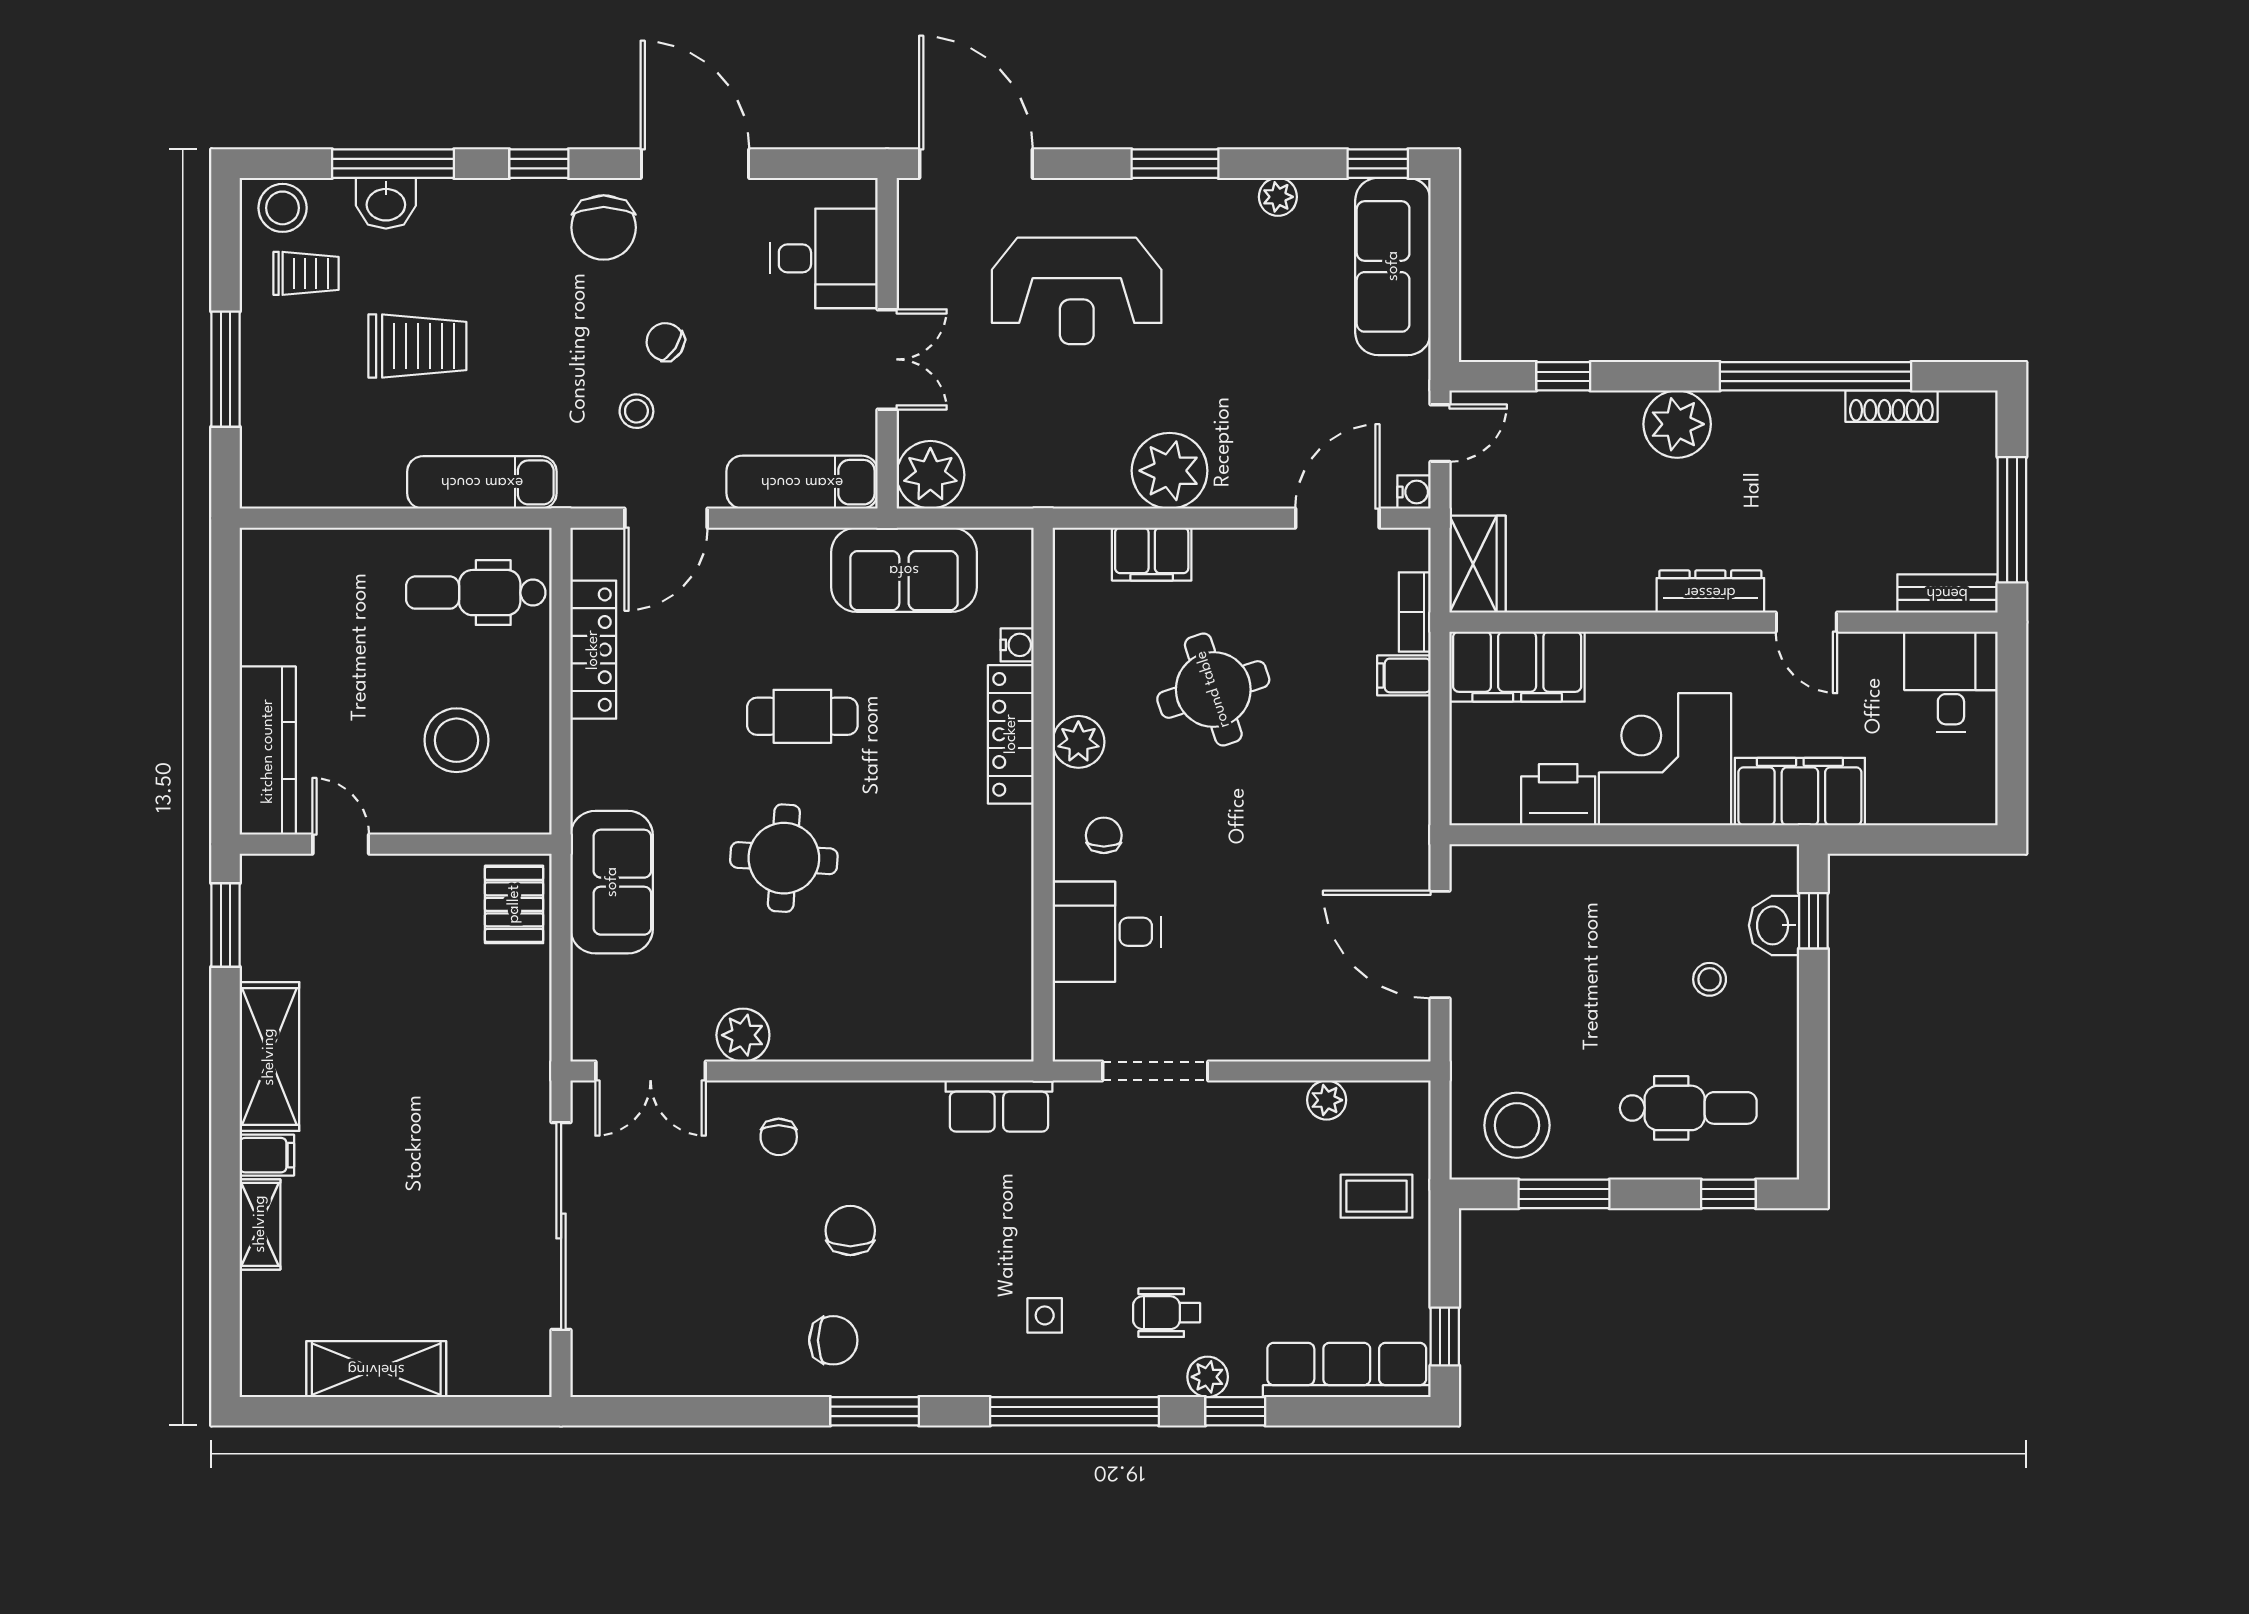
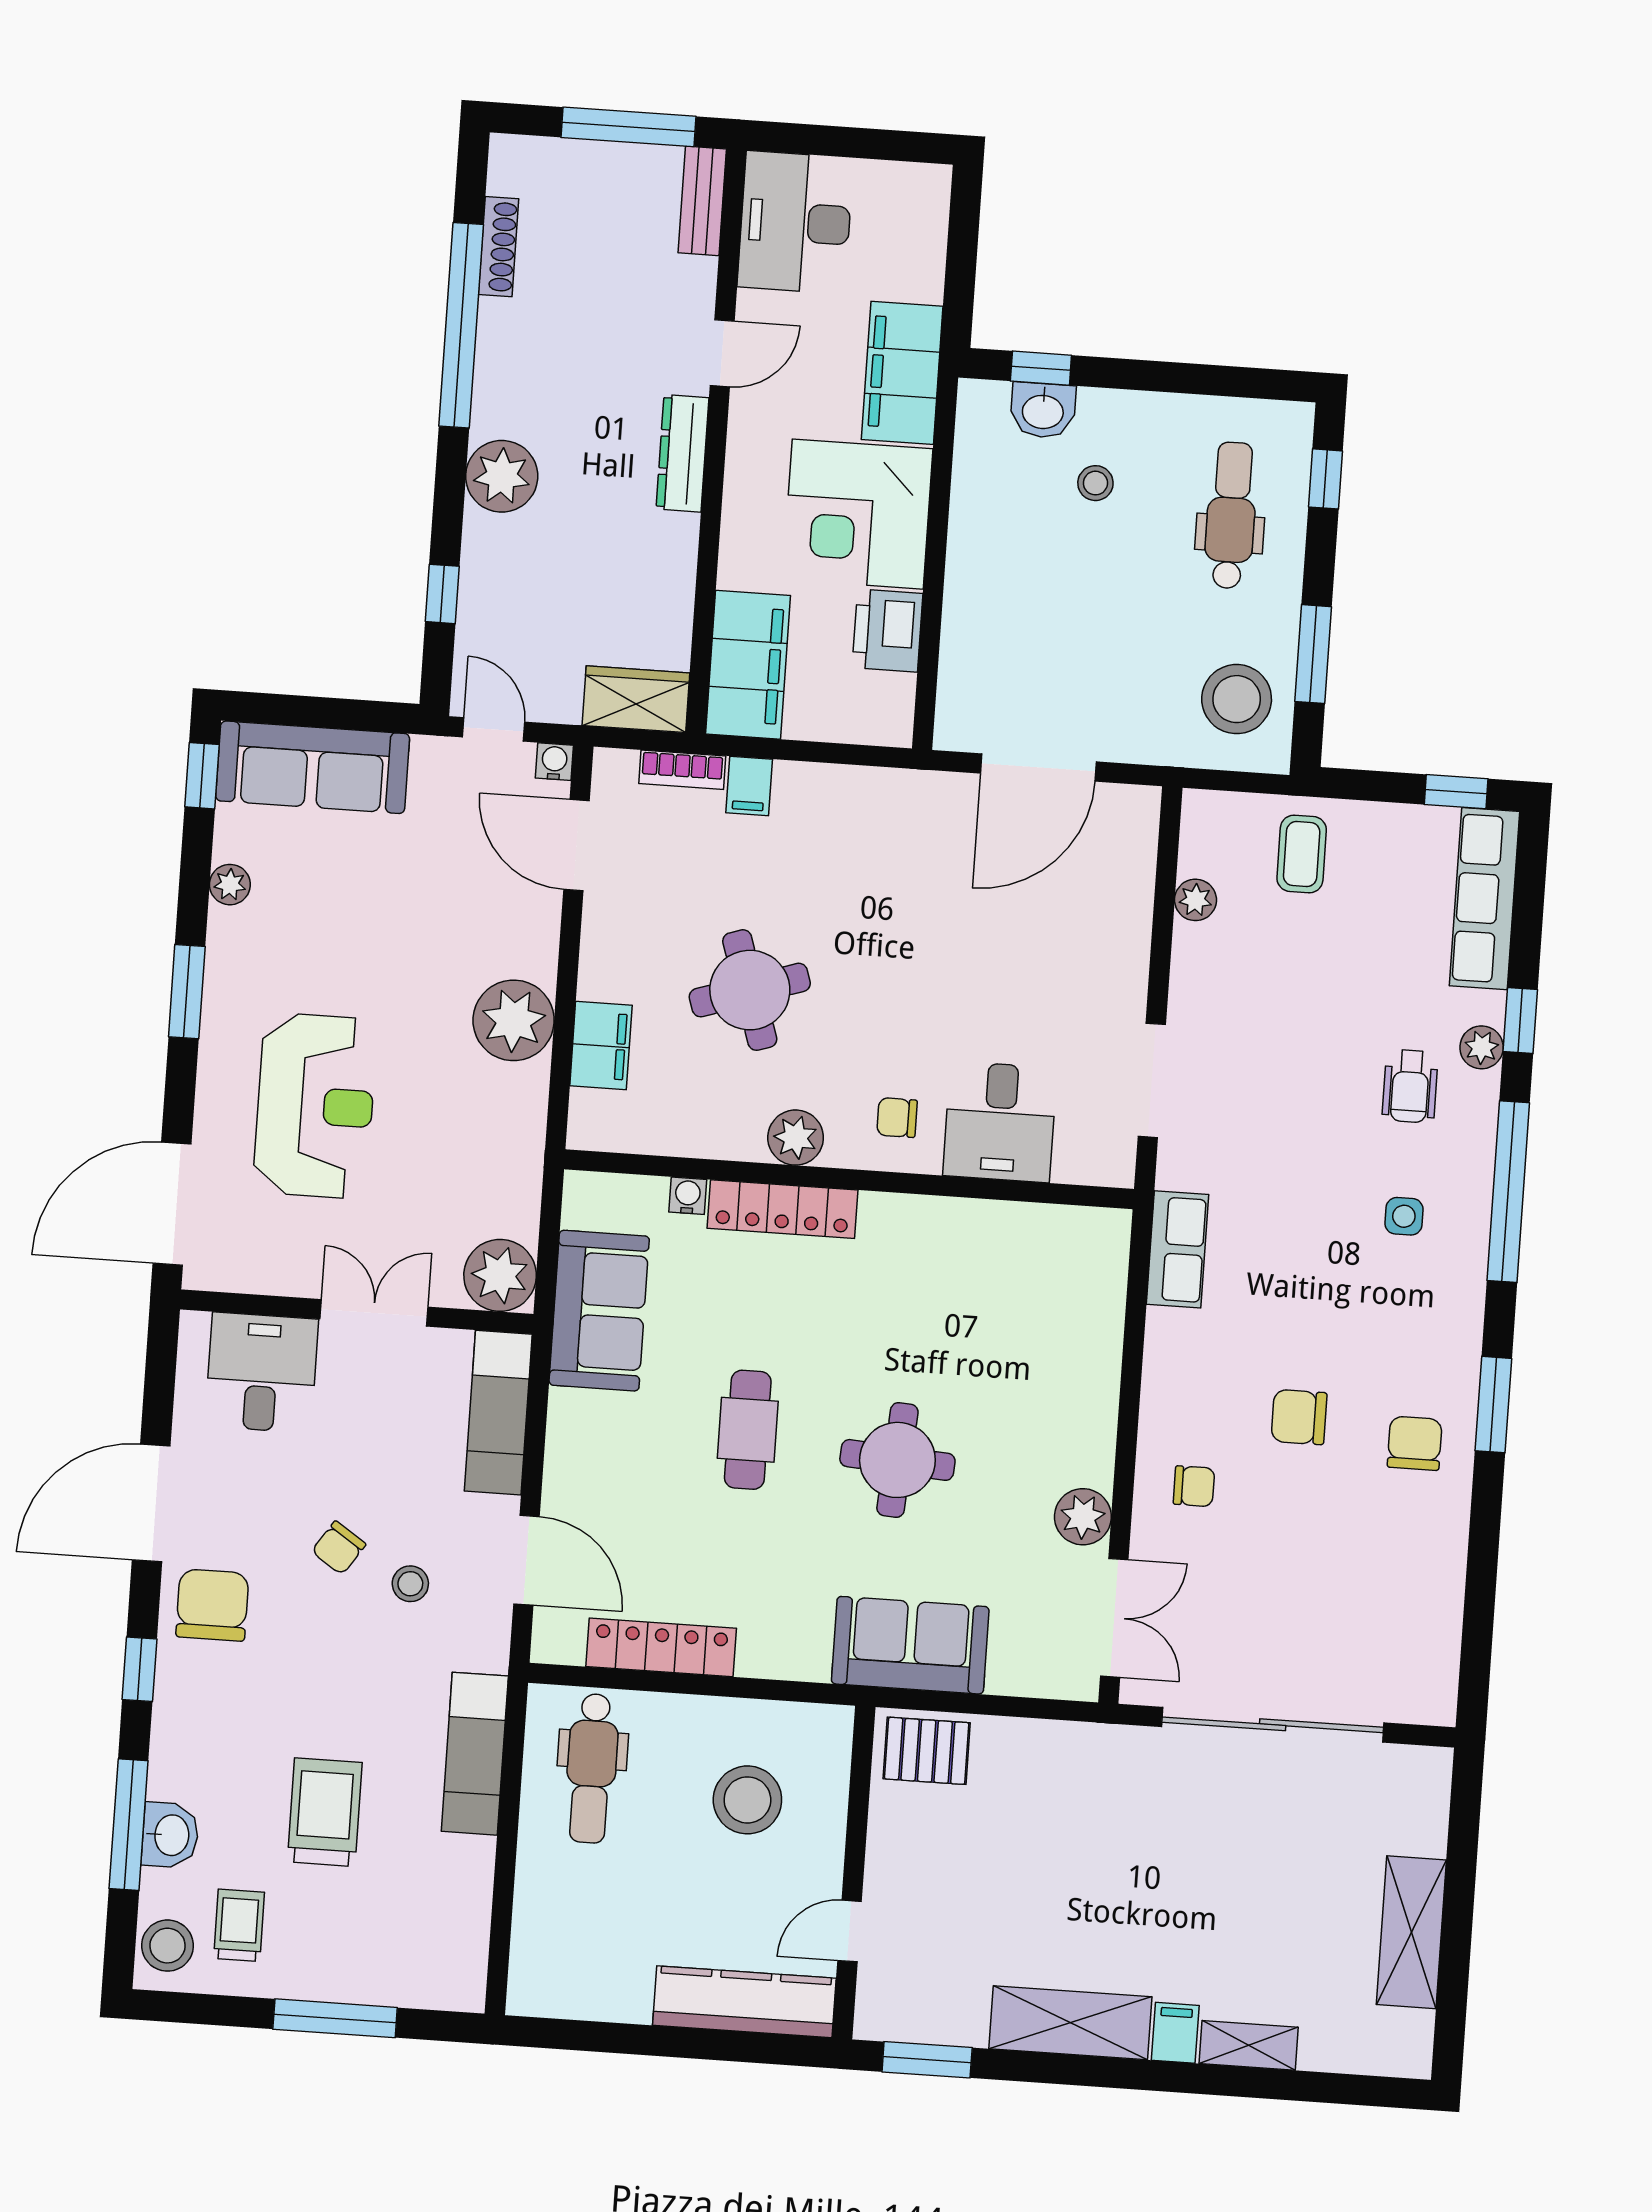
chair: (604, 228) -> (212, 1605), turned -90
desk: (1951, 682) -> (795, 222), width x1.37

